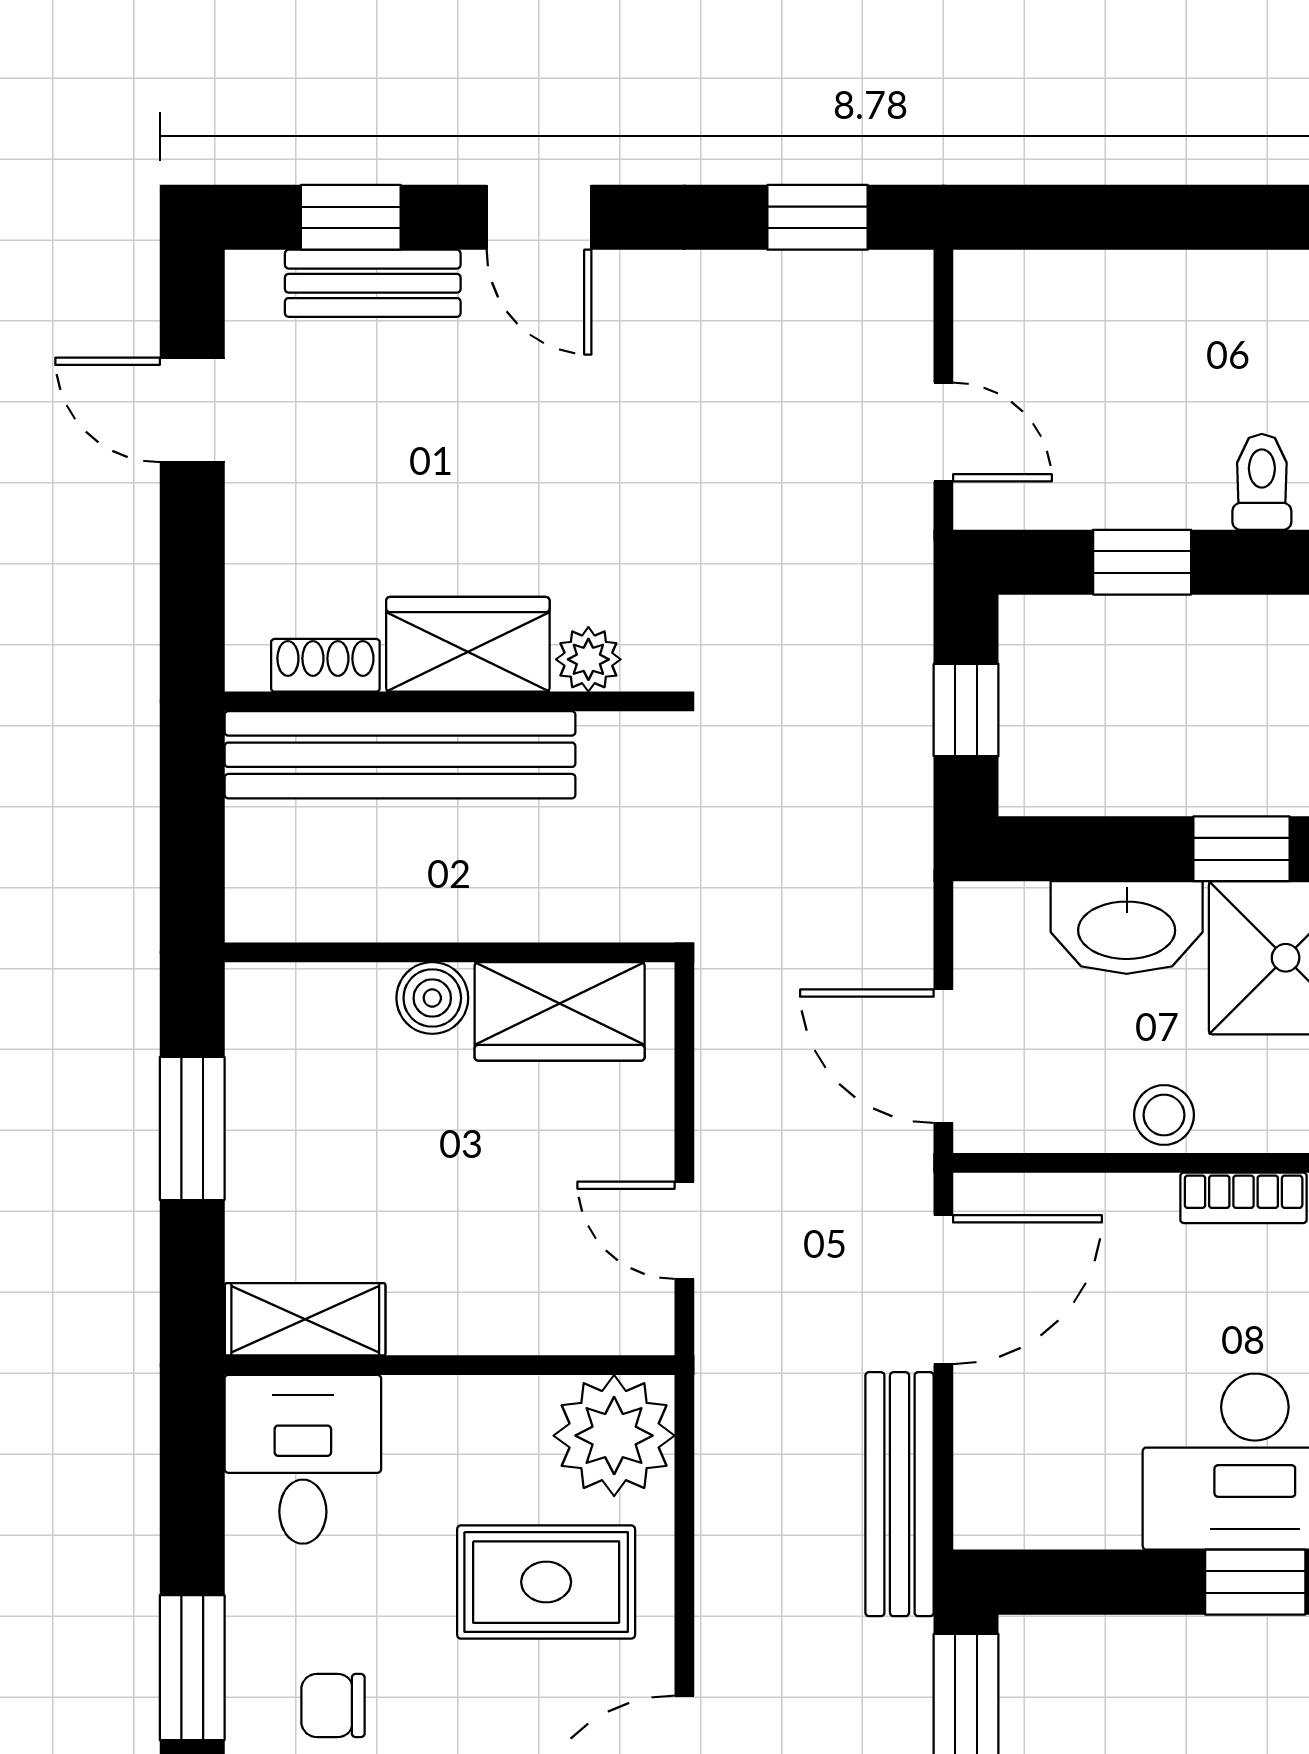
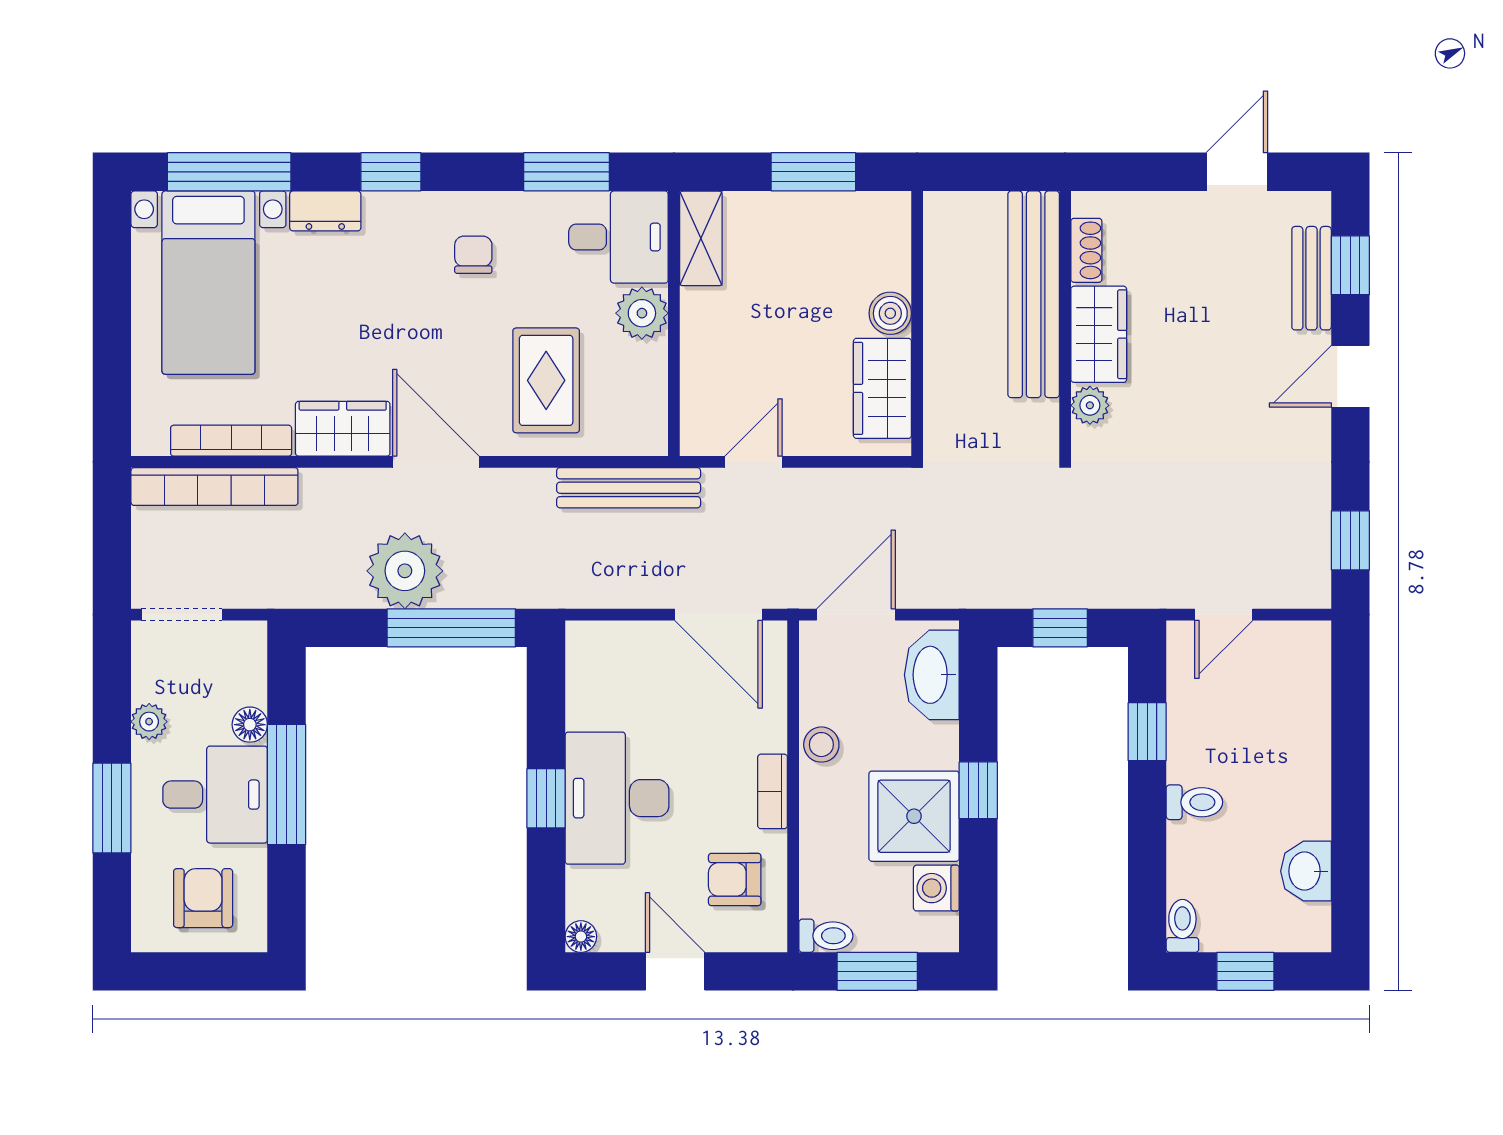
washbasin: (1127, 928) -> (932, 675), moved
plant: (614, 1436) -> (642, 313), moved, width x0.73, depth x0.73
bench: (900, 1494) -> (629, 488), moved
window: (192, 1668) -> (566, 172), moved

